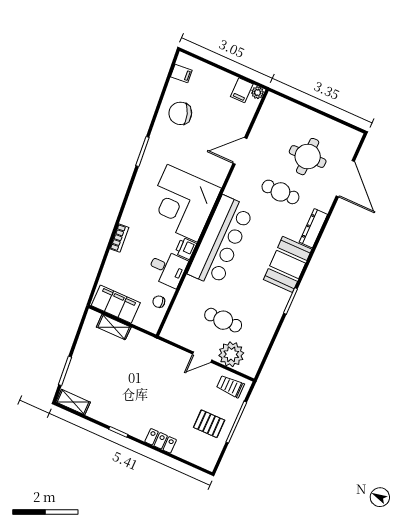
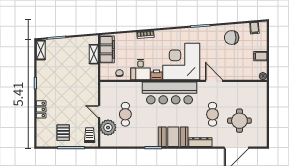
filing cabinet: (242, 90) -> (260, 56), moved
chair: (180, 113) -> (232, 38), turned -71
door: (240, 151) -> (214, 81), moved

